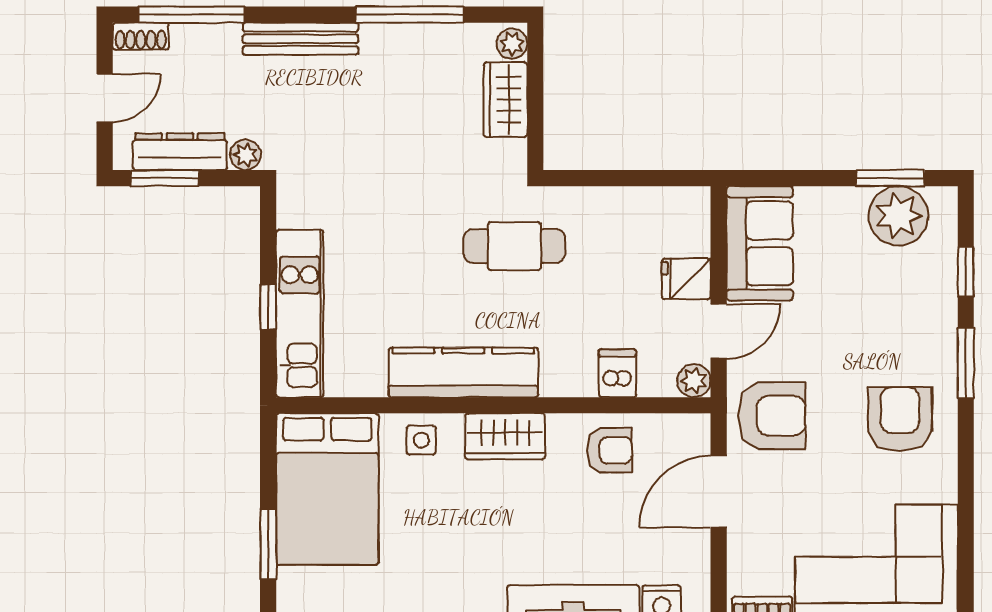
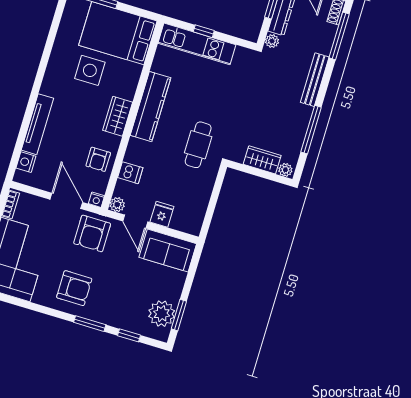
nightstand: (697, 428) -> (97, 200), added
side table: (421, 440) -> (90, 70), moved, width x1.87, depth x1.87

